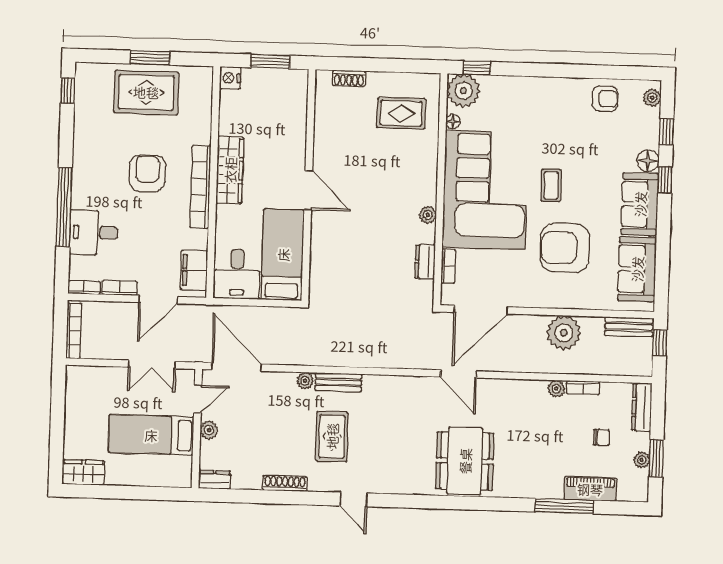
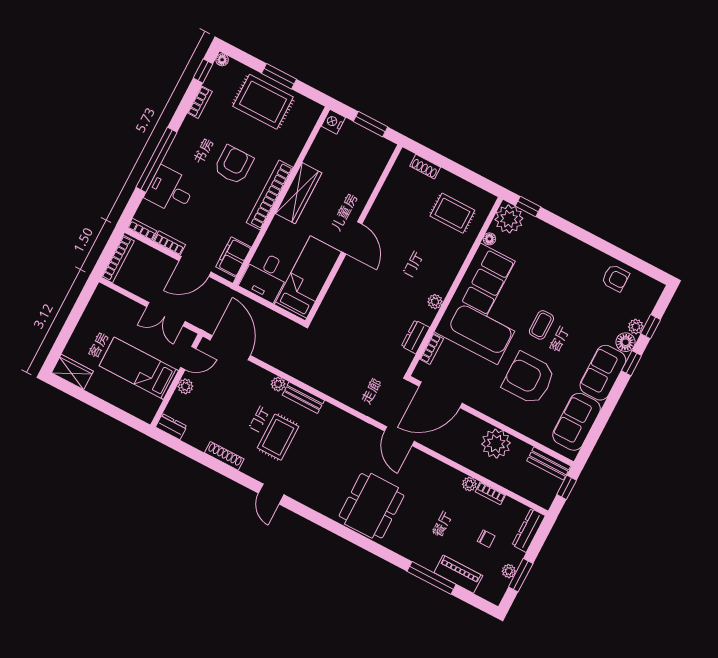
floor lamp: (82, 69) -> (222, 60), added
plant: (652, 98) -> (636, 327), moved
bookcase: (80, 125) -> (200, 102), added

